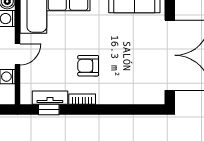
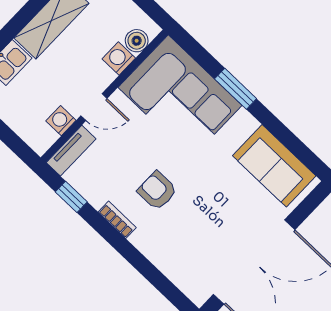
tv unit: (50, 98) -> (71, 151), moved, turned 90

